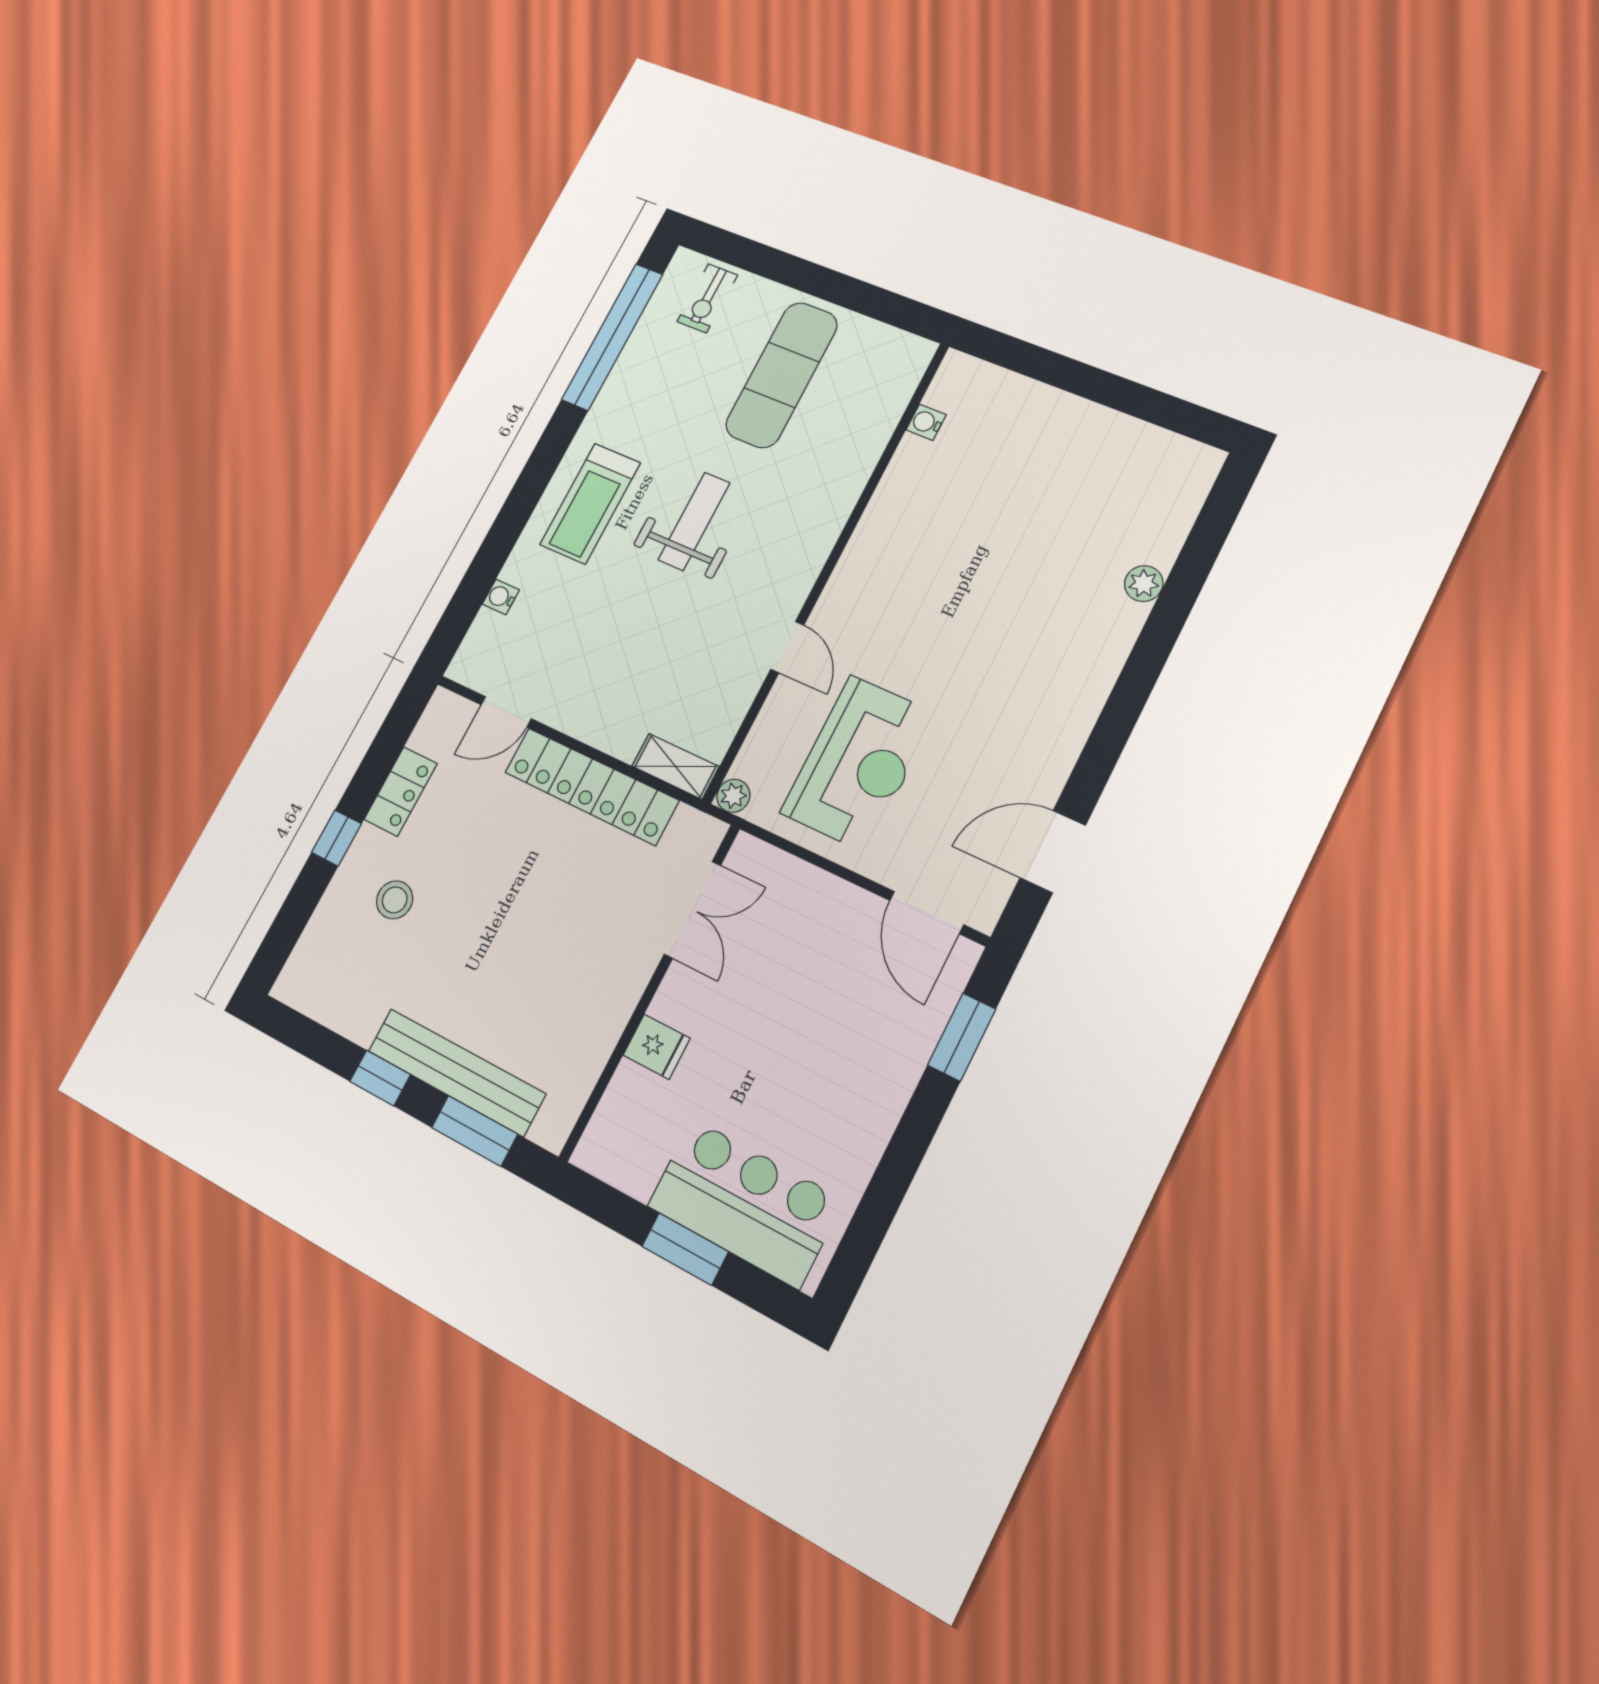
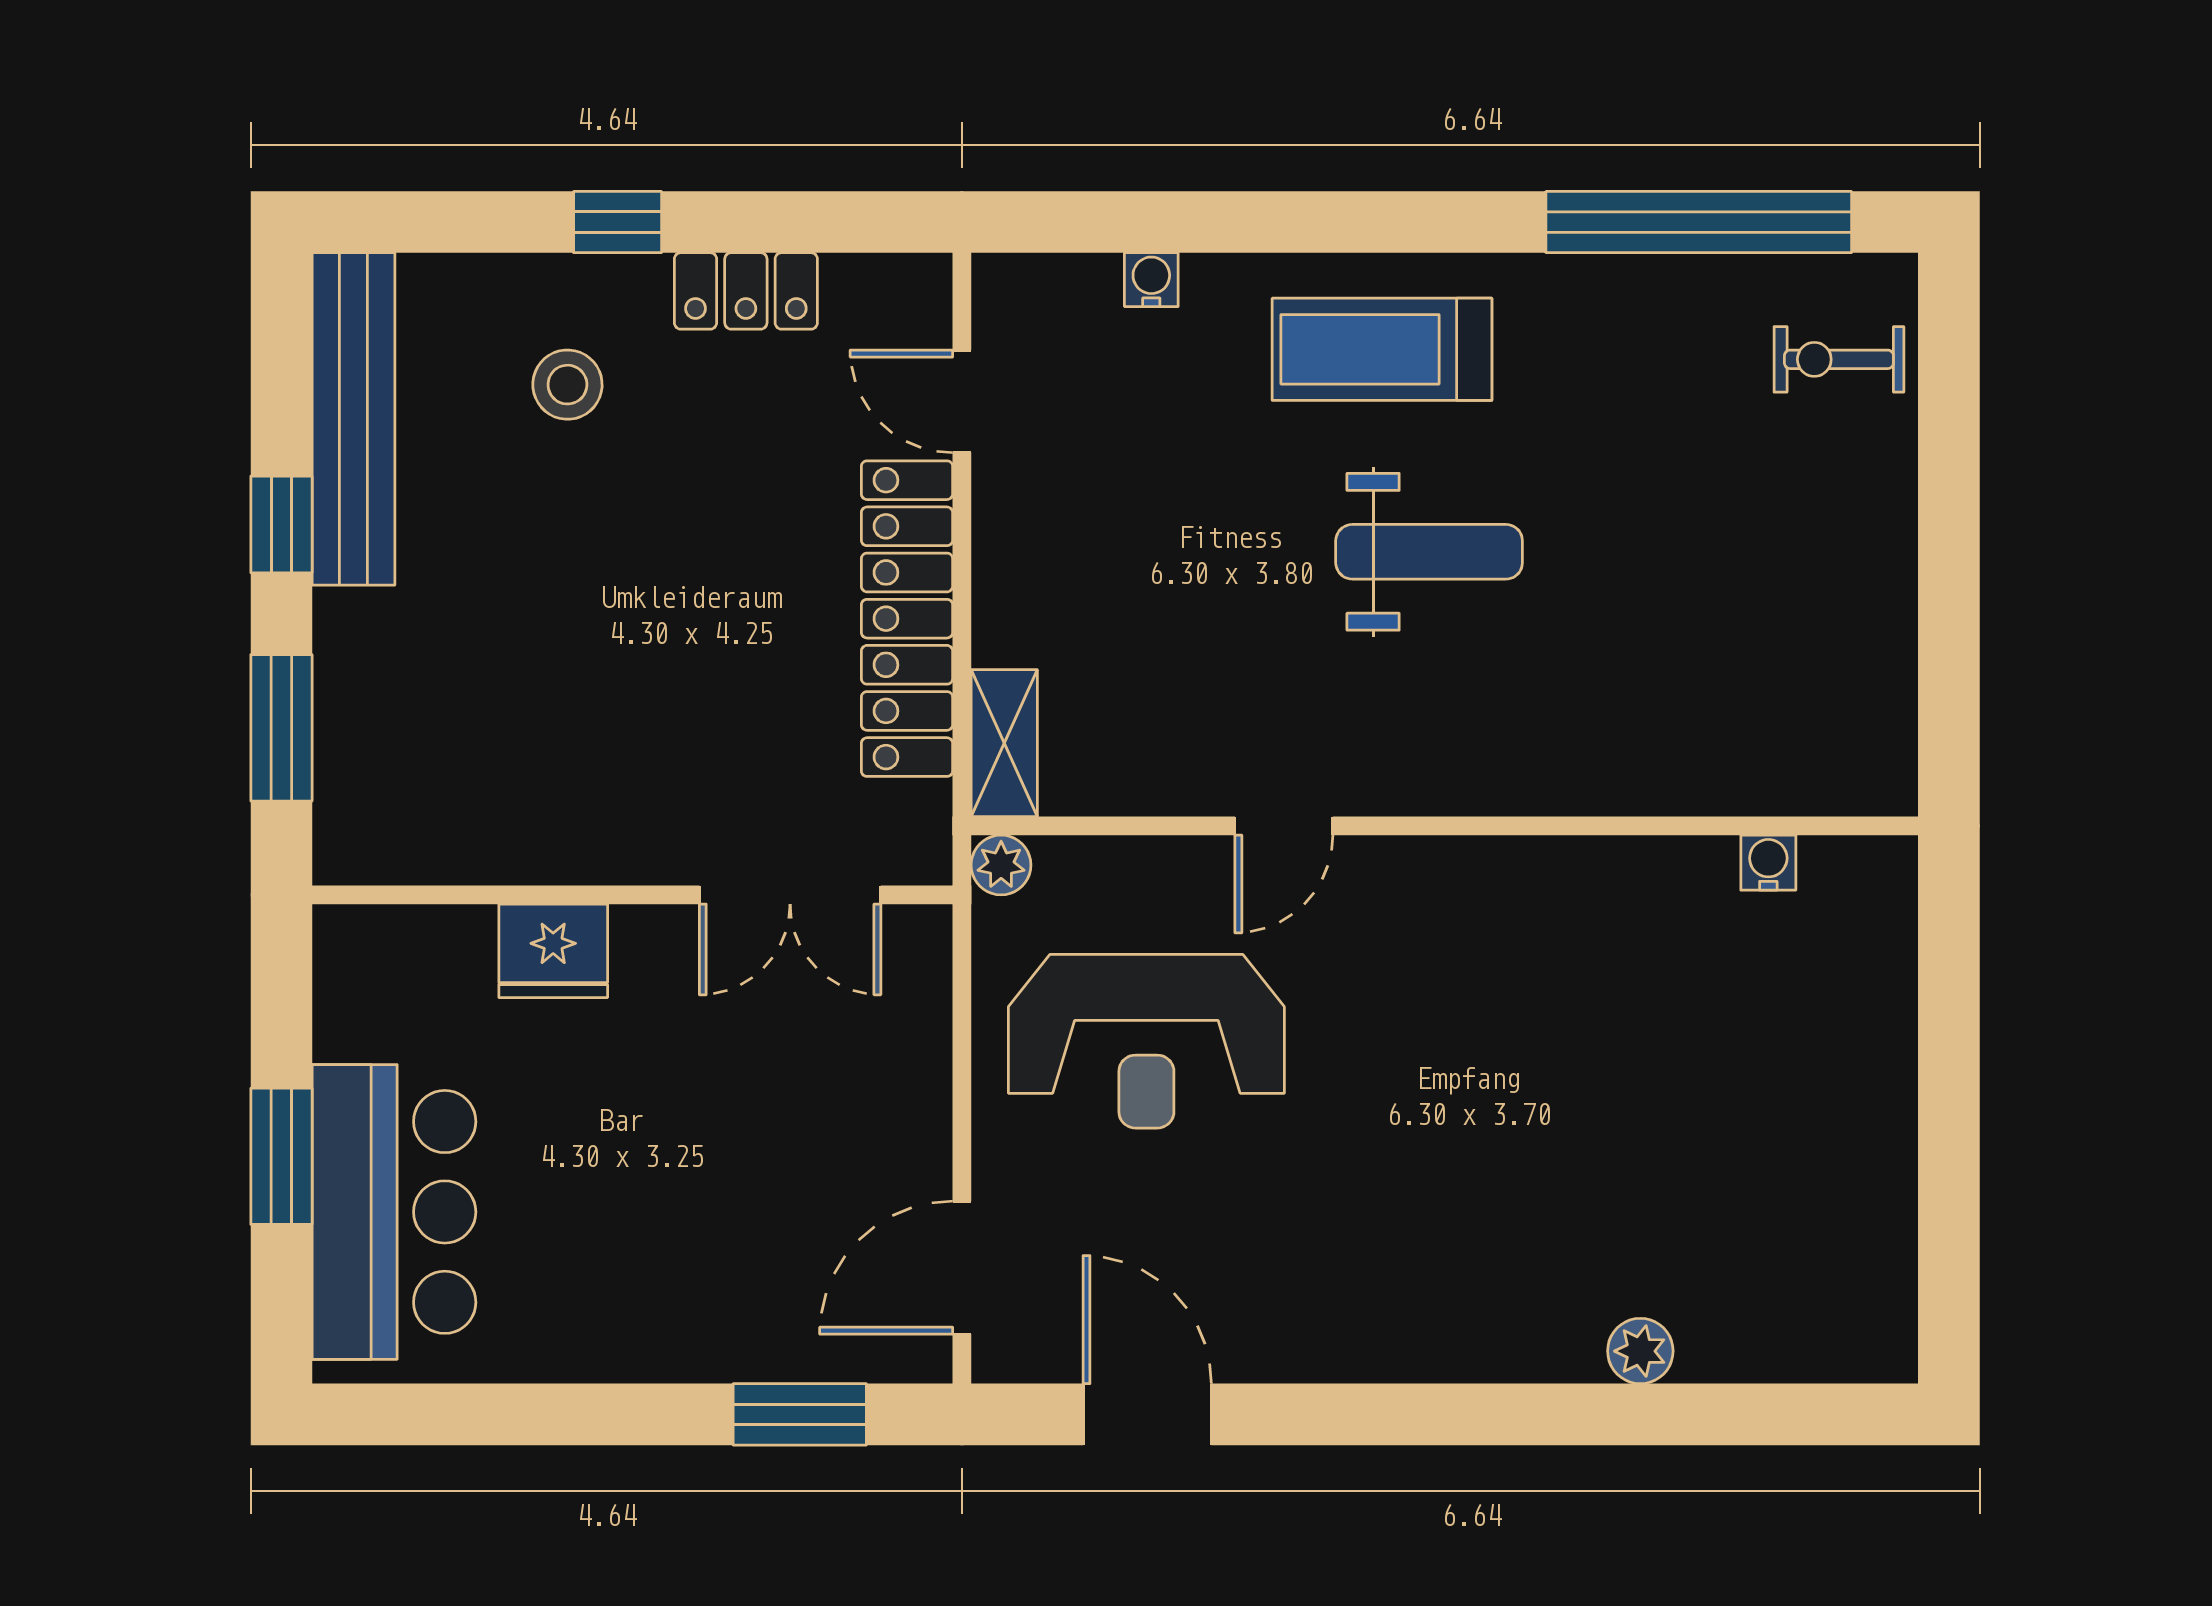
exercise mat: (782, 375) -> (1752, 568), removed
fridge: (656, 1047) -> (553, 951), width x1.38
bench: (456, 1072) -> (353, 419), moved

